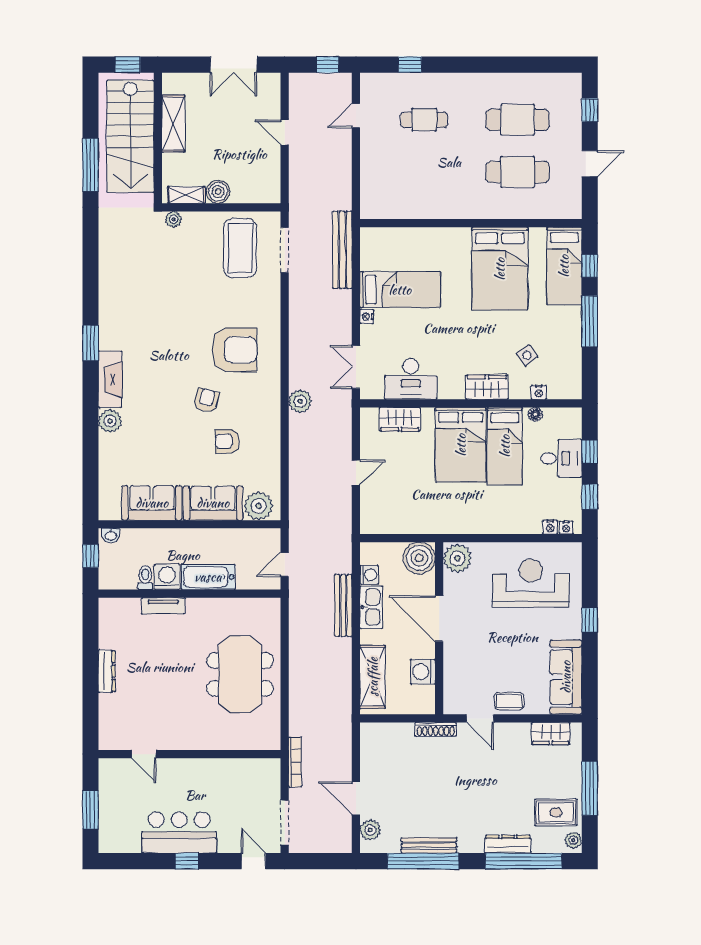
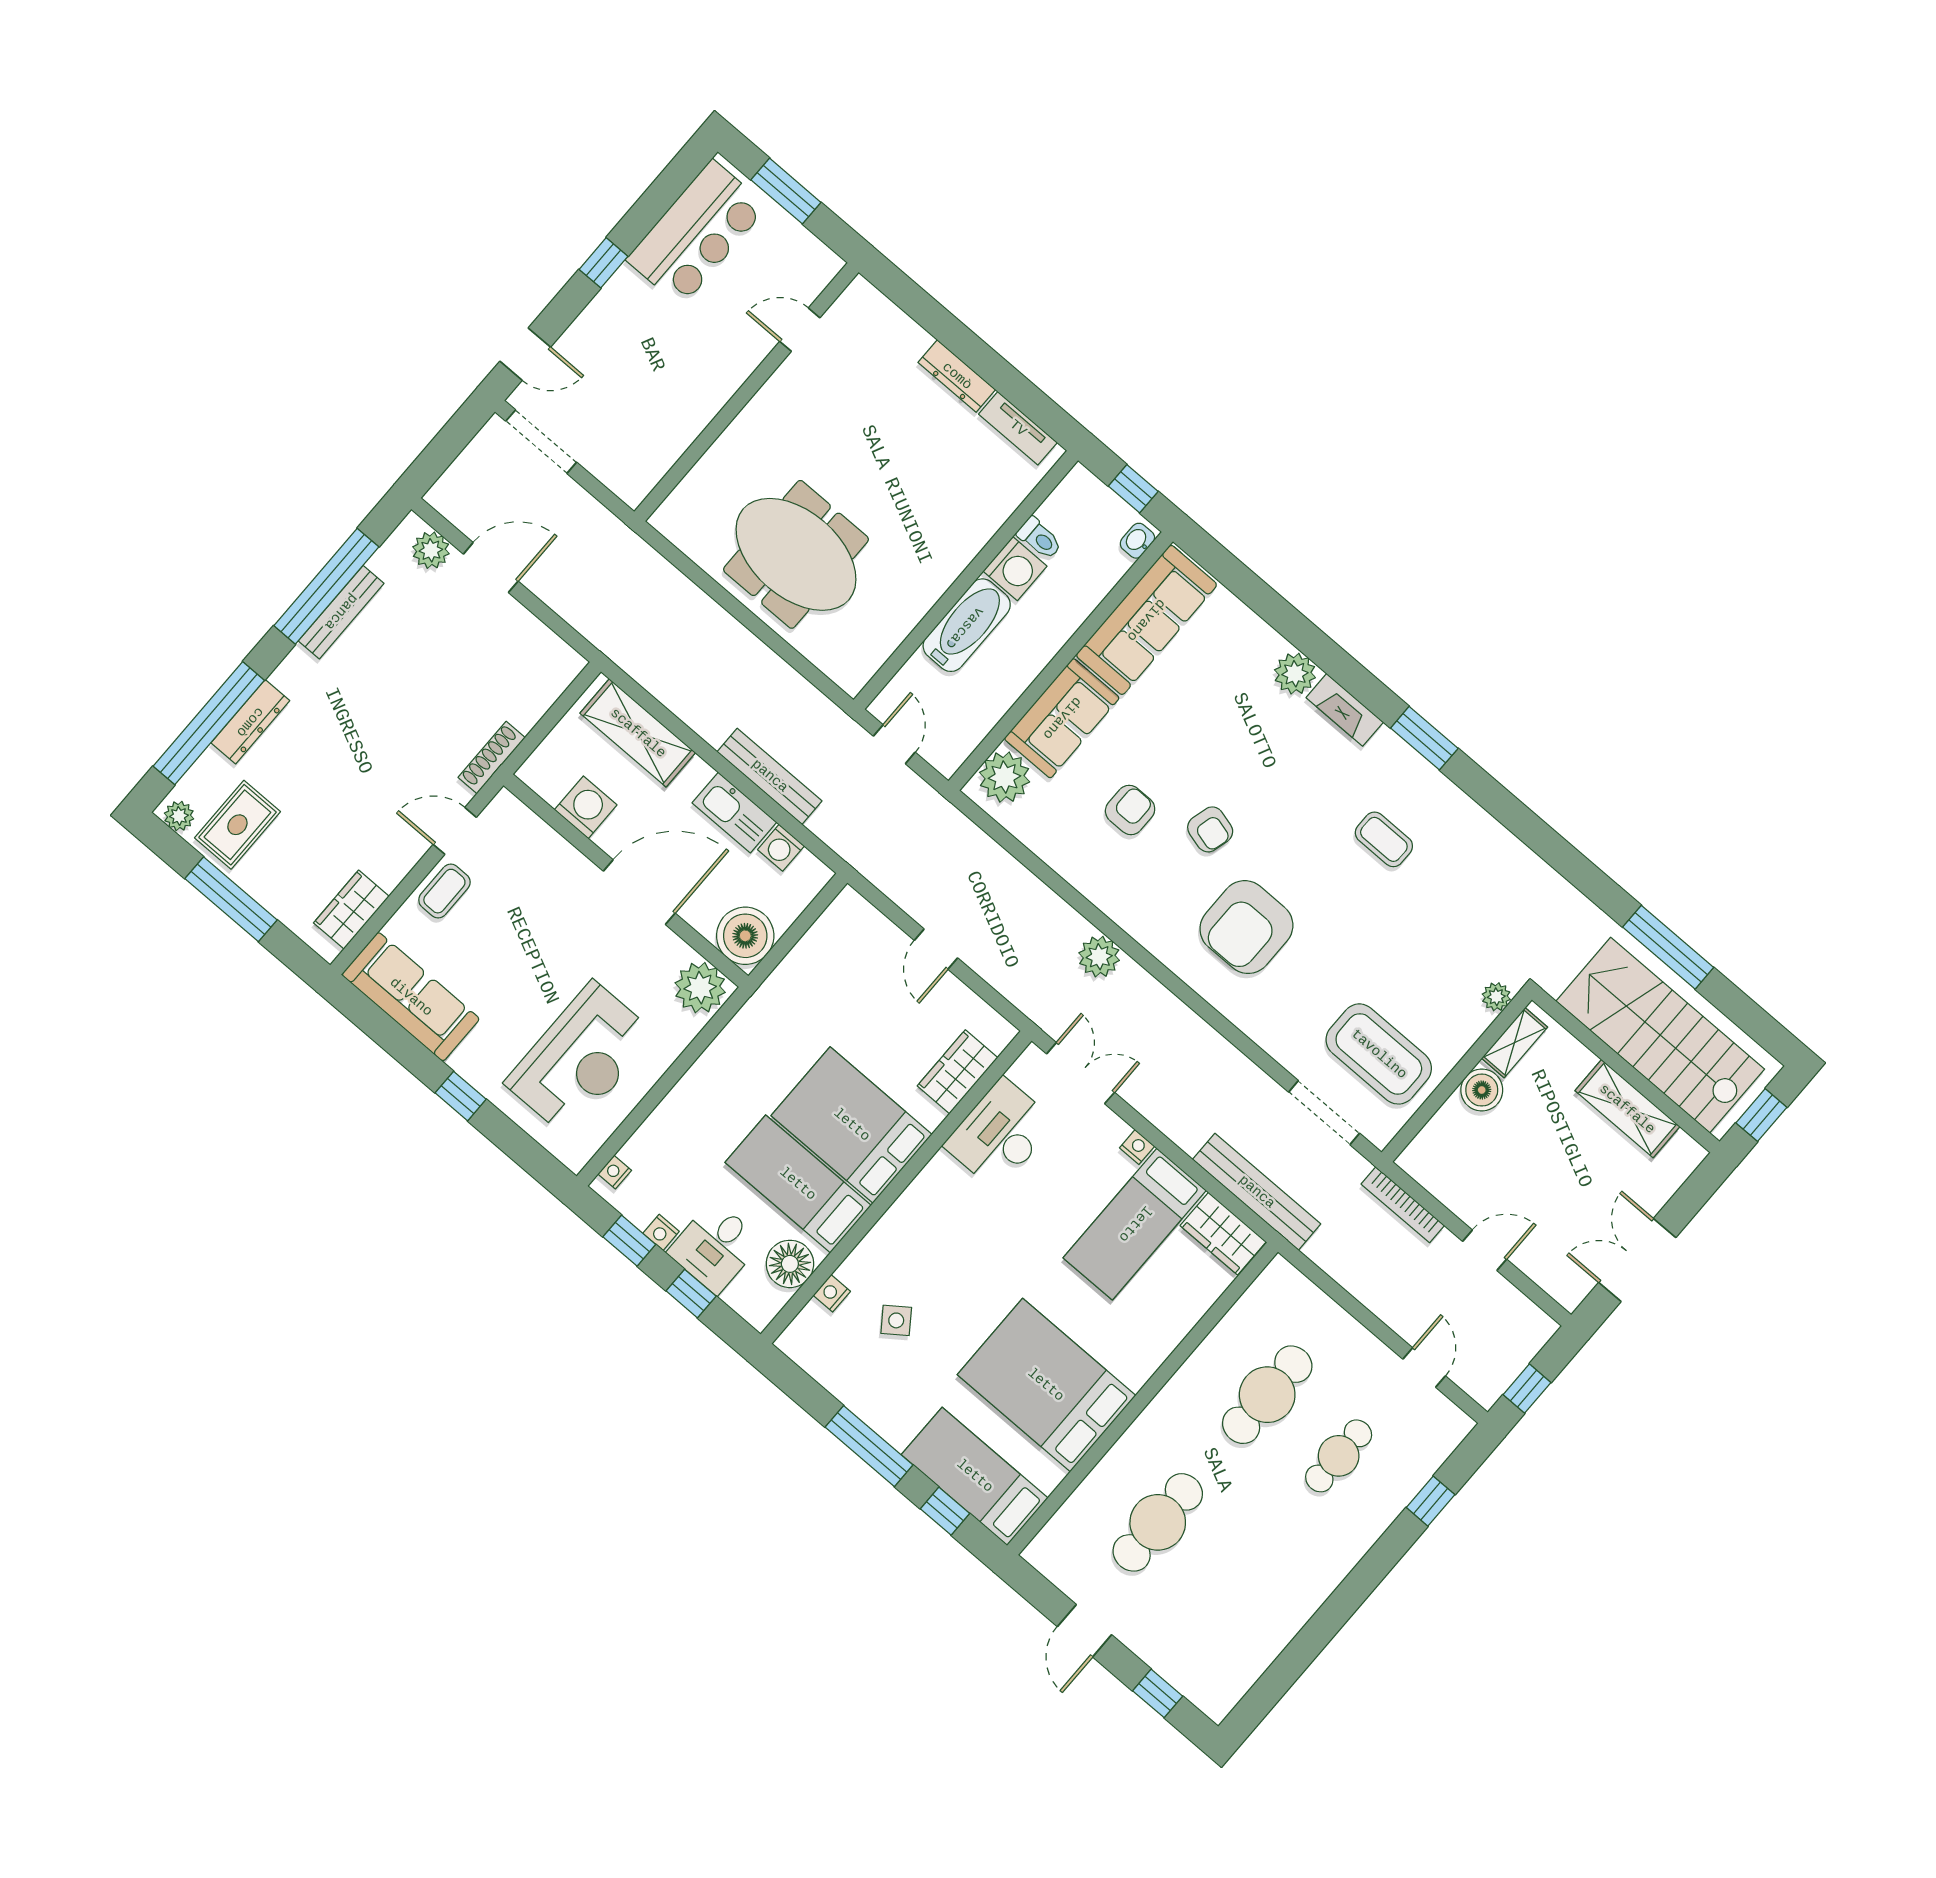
cafe table: (518, 120) -> (1267, 1395), moved
coffee table: (148, 324) -> (1384, 839), added
fireplace: (110, 379) -> (1345, 710), width x0.73, depth x0.76
wardrobe: (487, 387) -> (1223, 1234), moved, turned 90
floor lamp: (535, 414) -> (790, 1264), width x1.89, depth x1.89
sofa: (152, 503) -> (1146, 620), width x1.36
nightstand: (550, 527) -> (661, 1232), moved, turned -90
tv unit: (163, 606) -> (1018, 428), moved, turned -90
bookcase: (295, 762) -> (1403, 1205), moved
bar counter: (179, 832) -> (697, 233), moved

